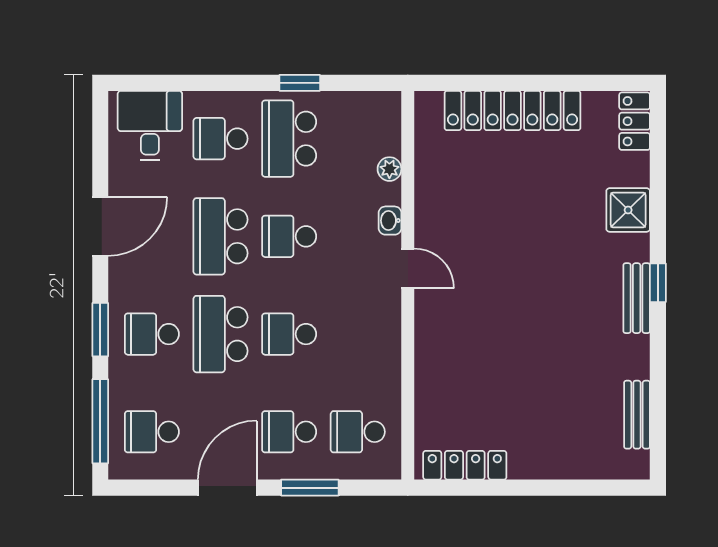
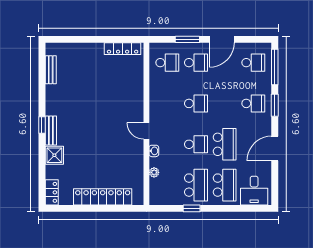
school desk: (221, 139) -> (225, 185), width x1.85
bench: (637, 298) -> (51, 131), moved
school desk: (221, 334) -> (225, 103), removed

